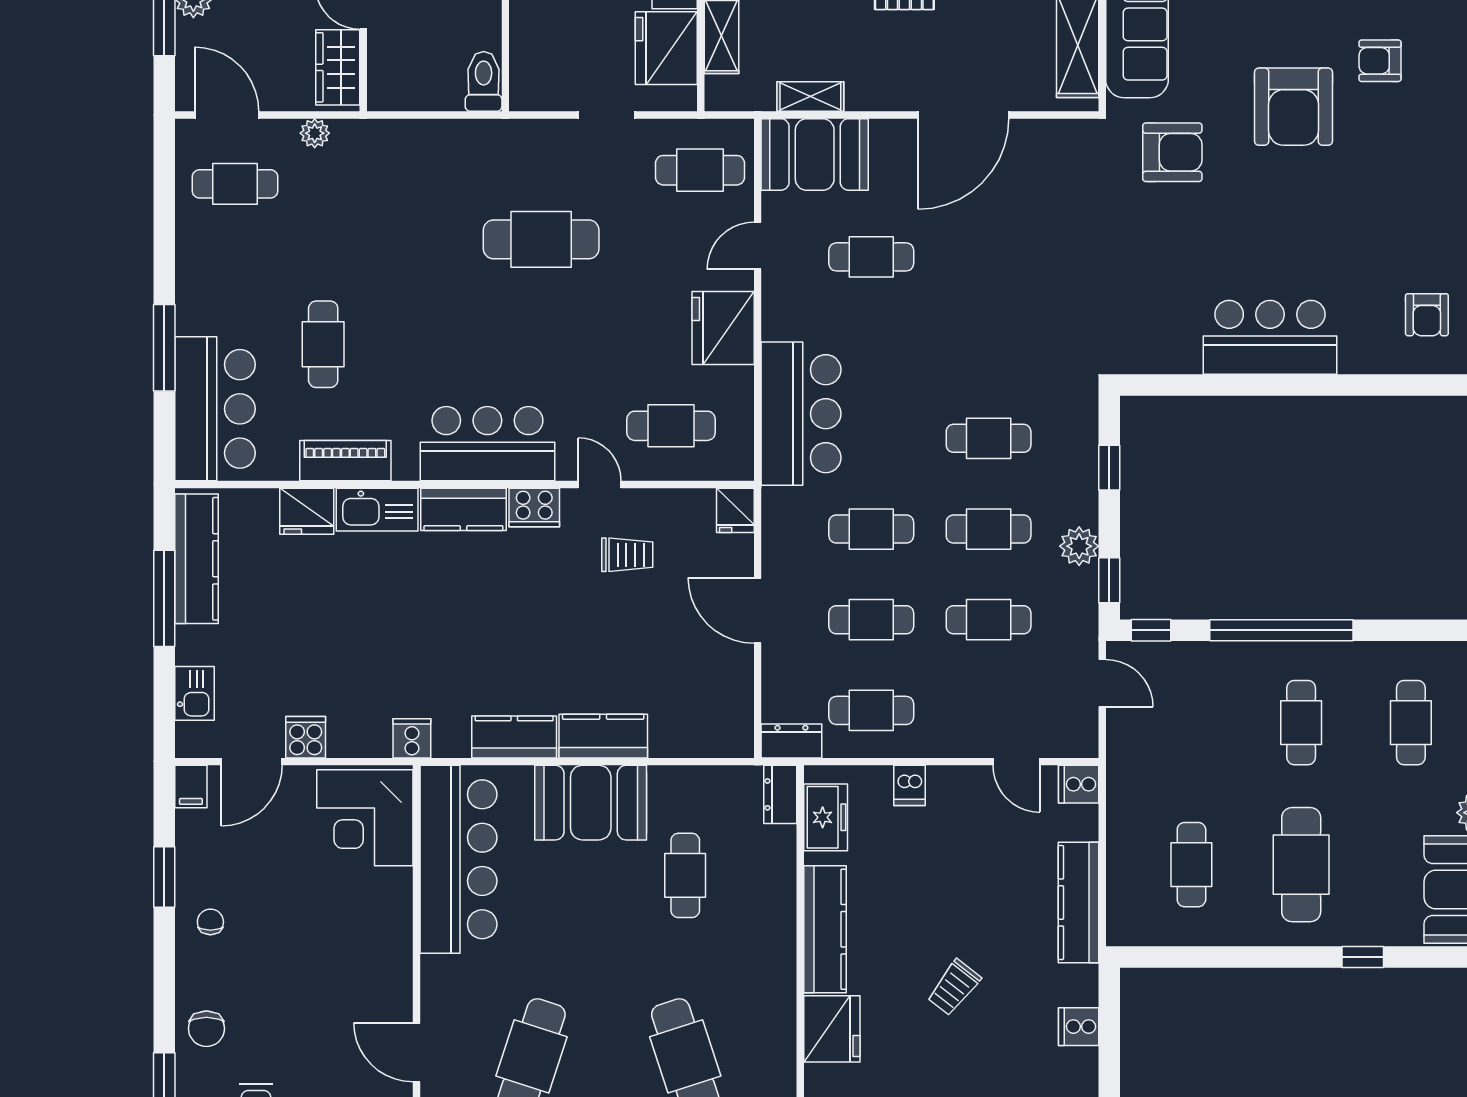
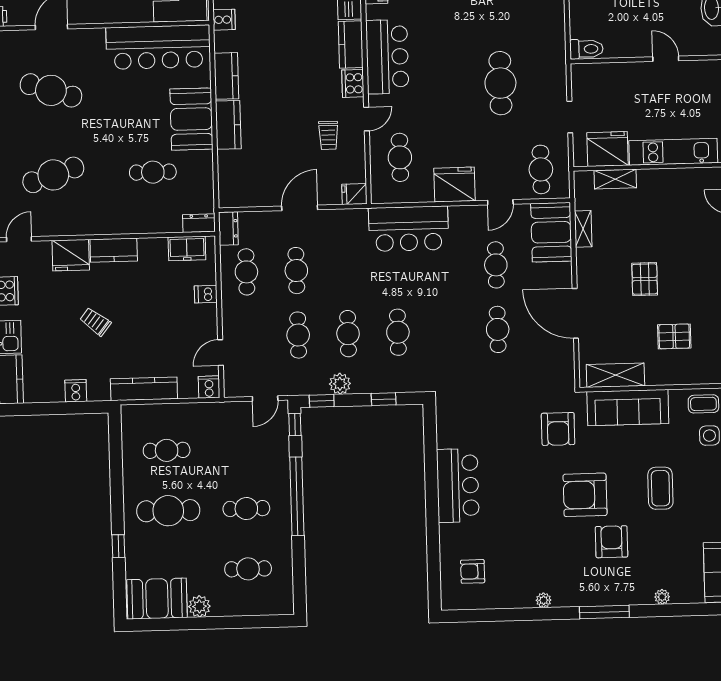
armchair: (1380, 61) -> (612, 542), width x1.38, depth x1.38
door: (758, 246) -> (500, 202), swing flipped
cafe table: (871, 529) -> (498, 329), moved
kitchen counter: (825, 929) -> (114, 250), width x0.67

